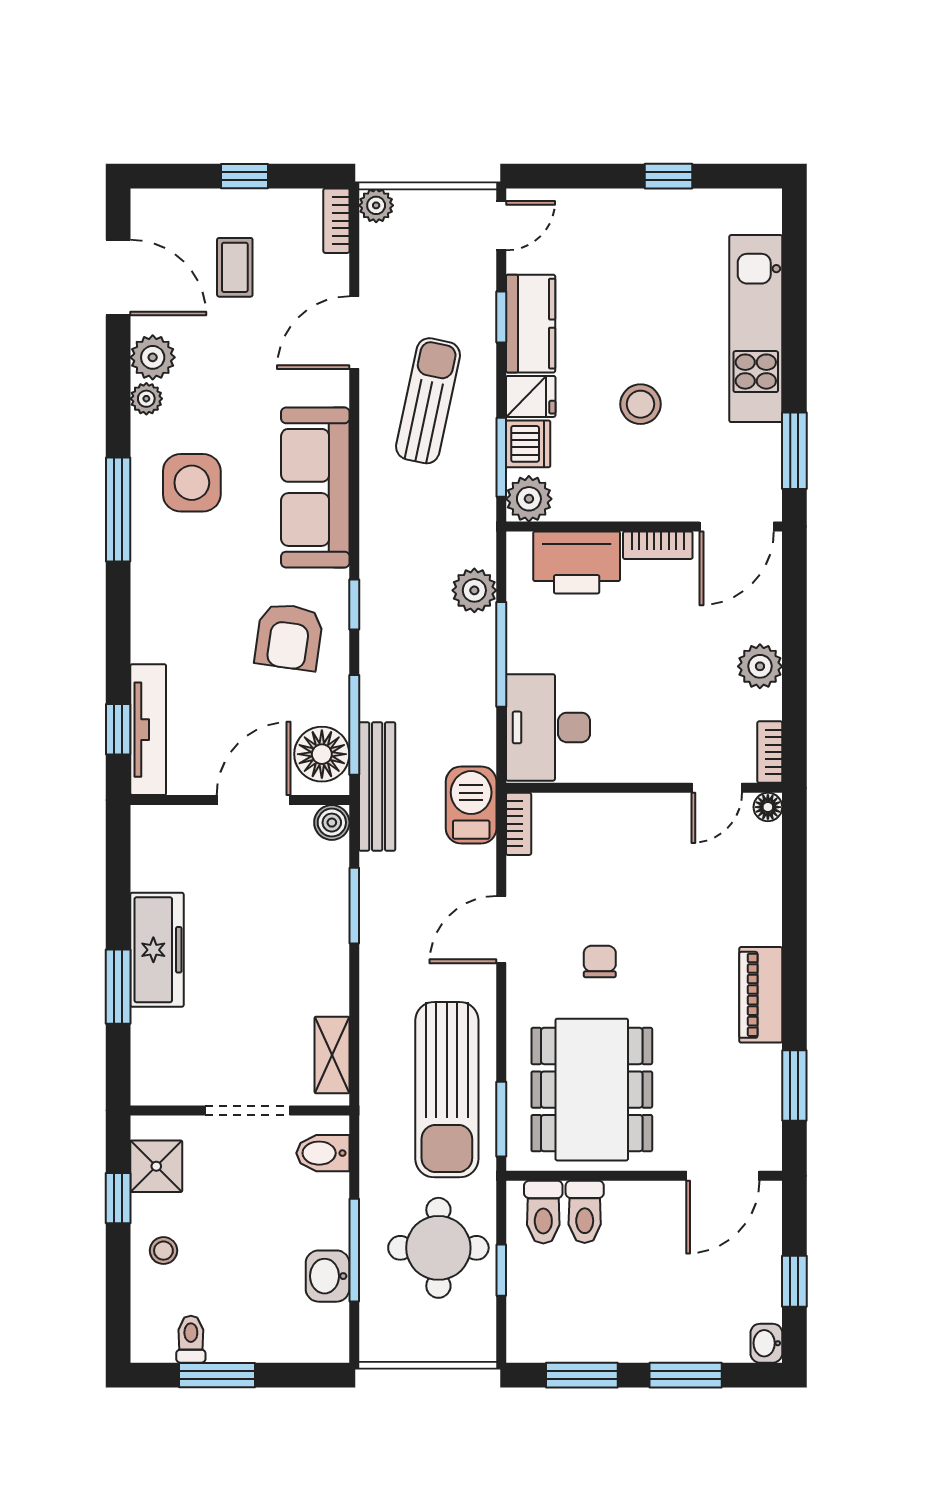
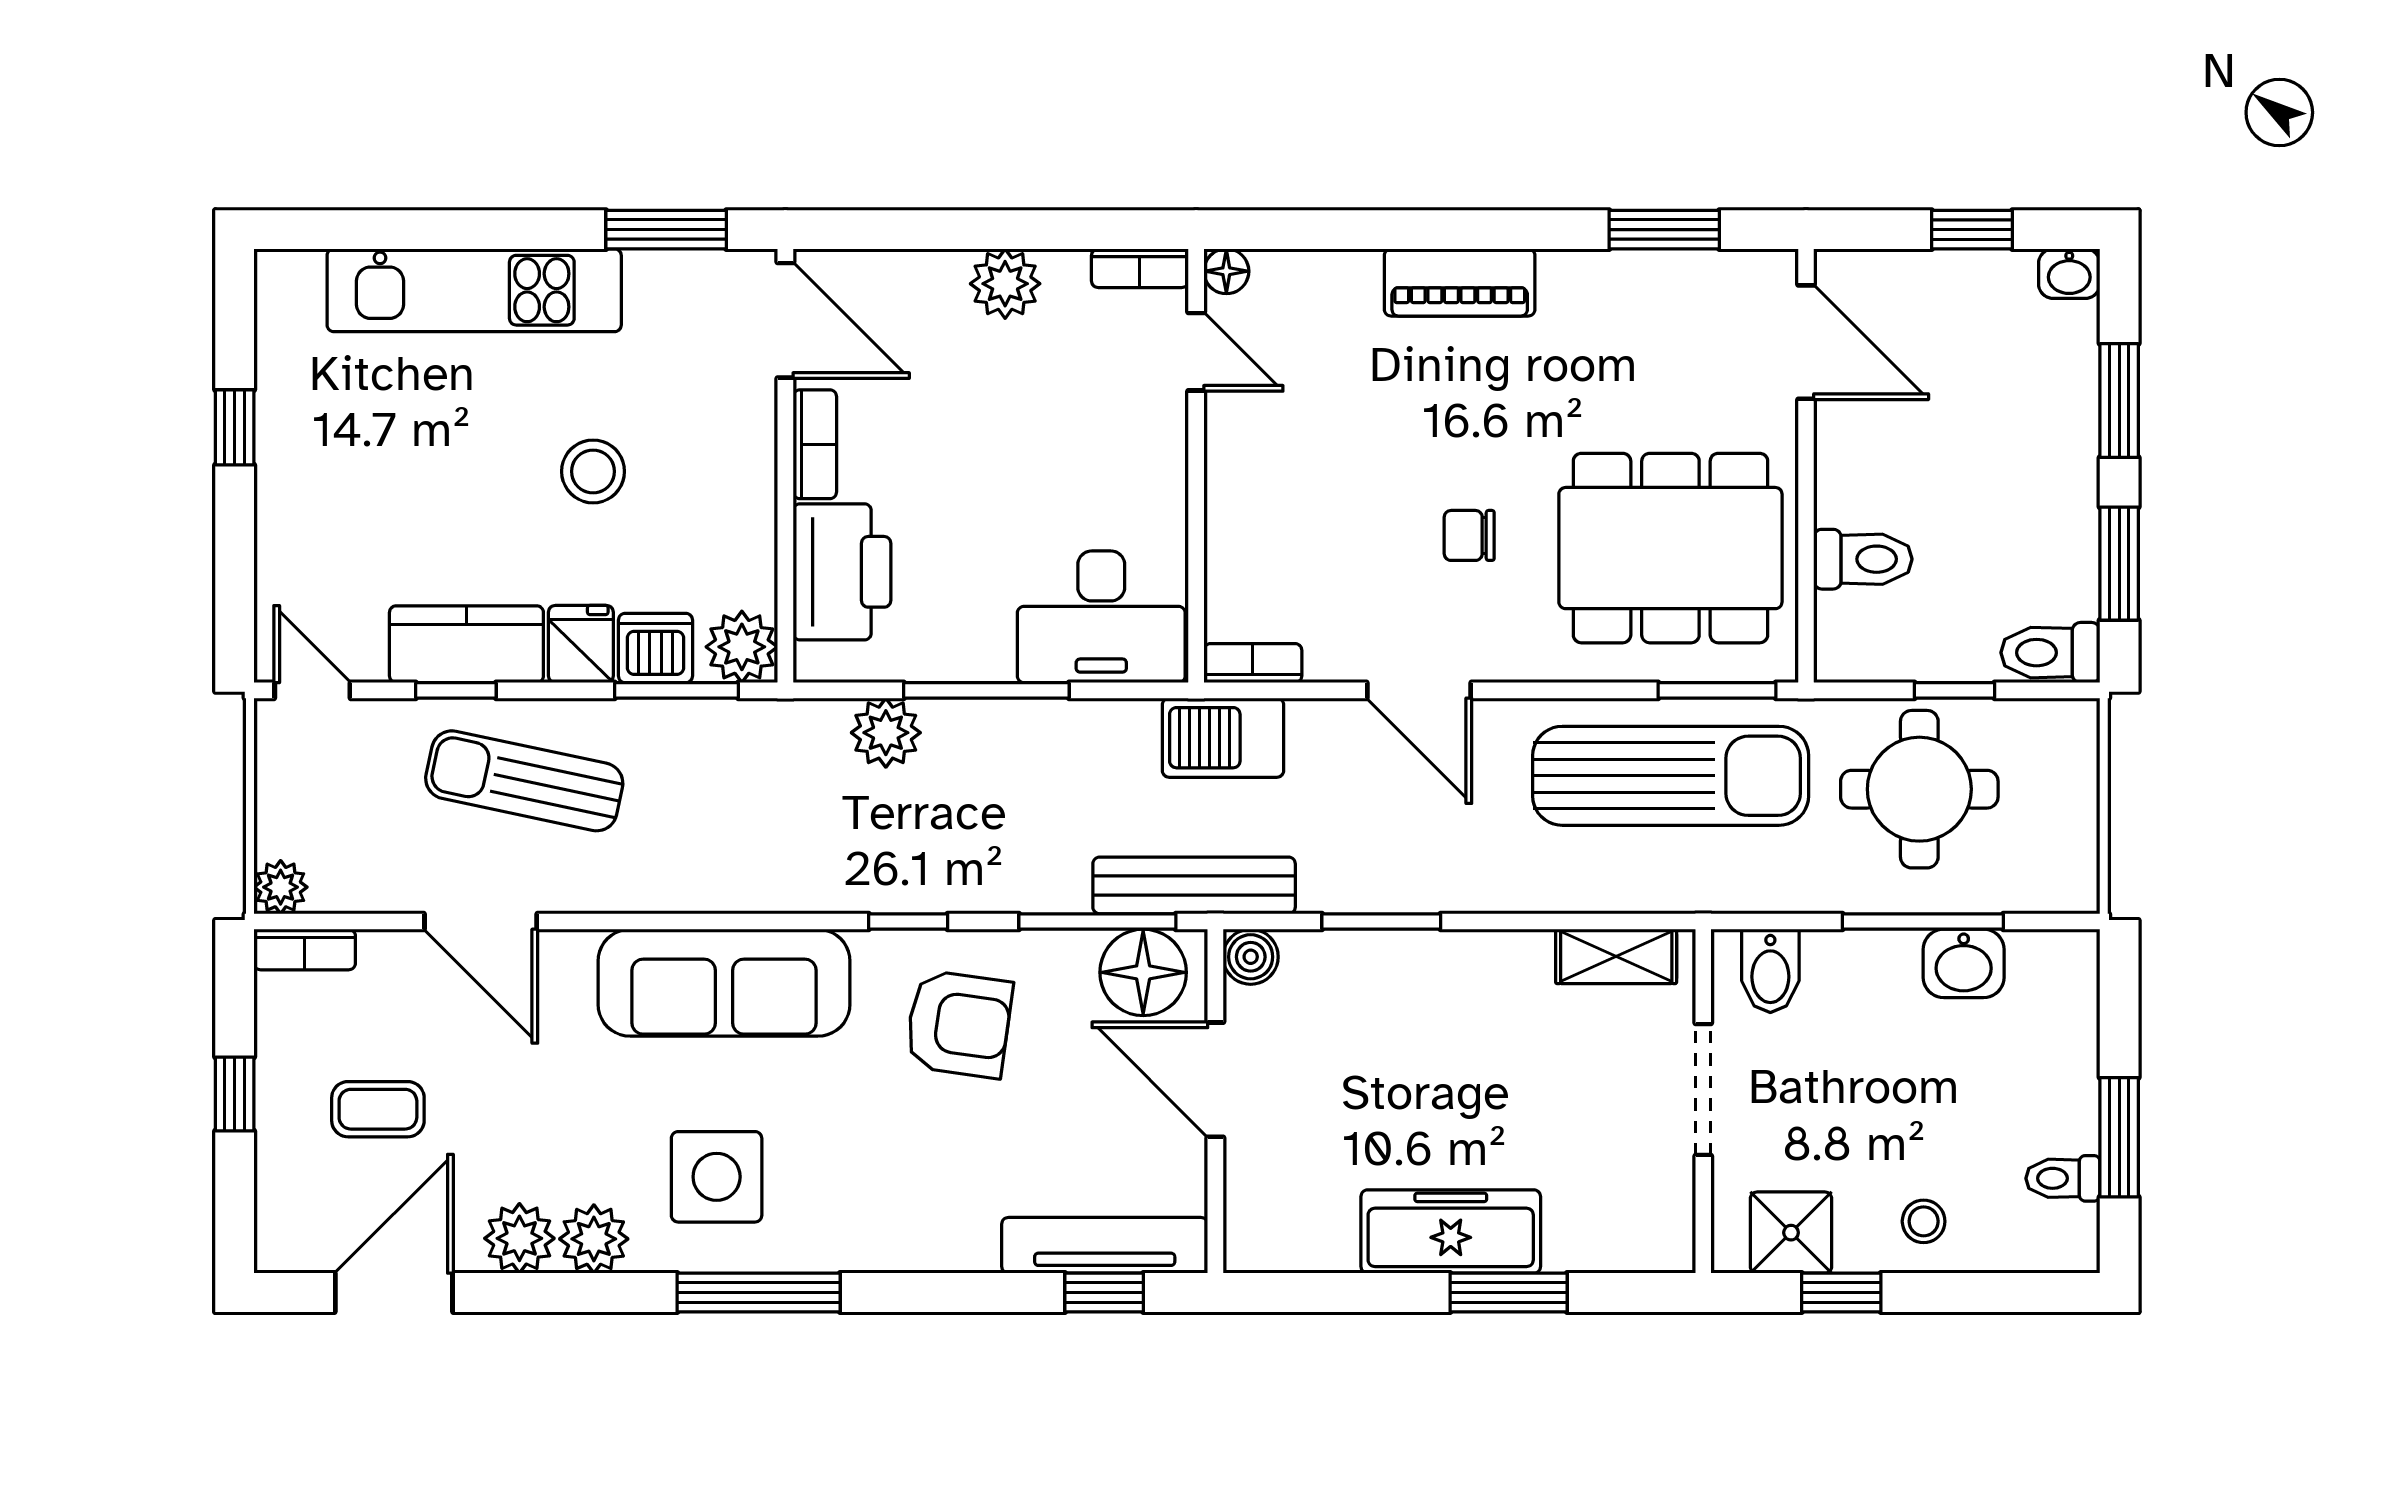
plant: (146, 399) -> (594, 1239), width x1.38, depth x1.38
sun lounger: (428, 401) -> (524, 781), moved
piano: (761, 995) -> (1460, 282), moved
toilet: (543, 1212) -> (2050, 653), moved, turned 180

